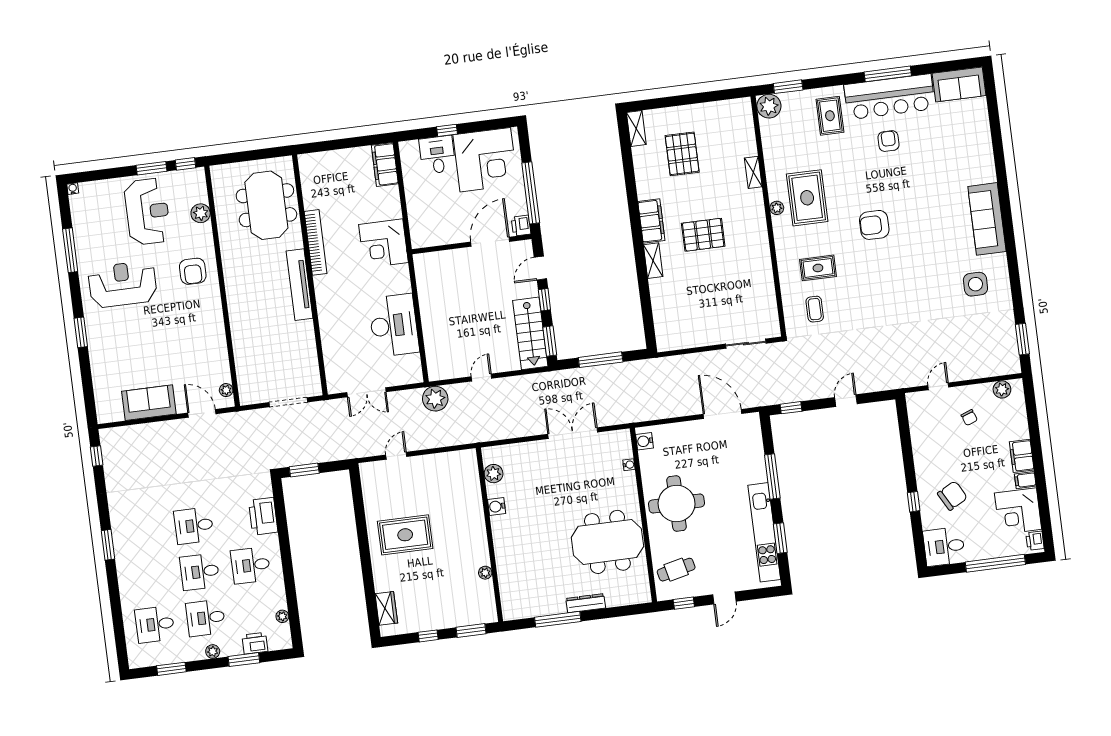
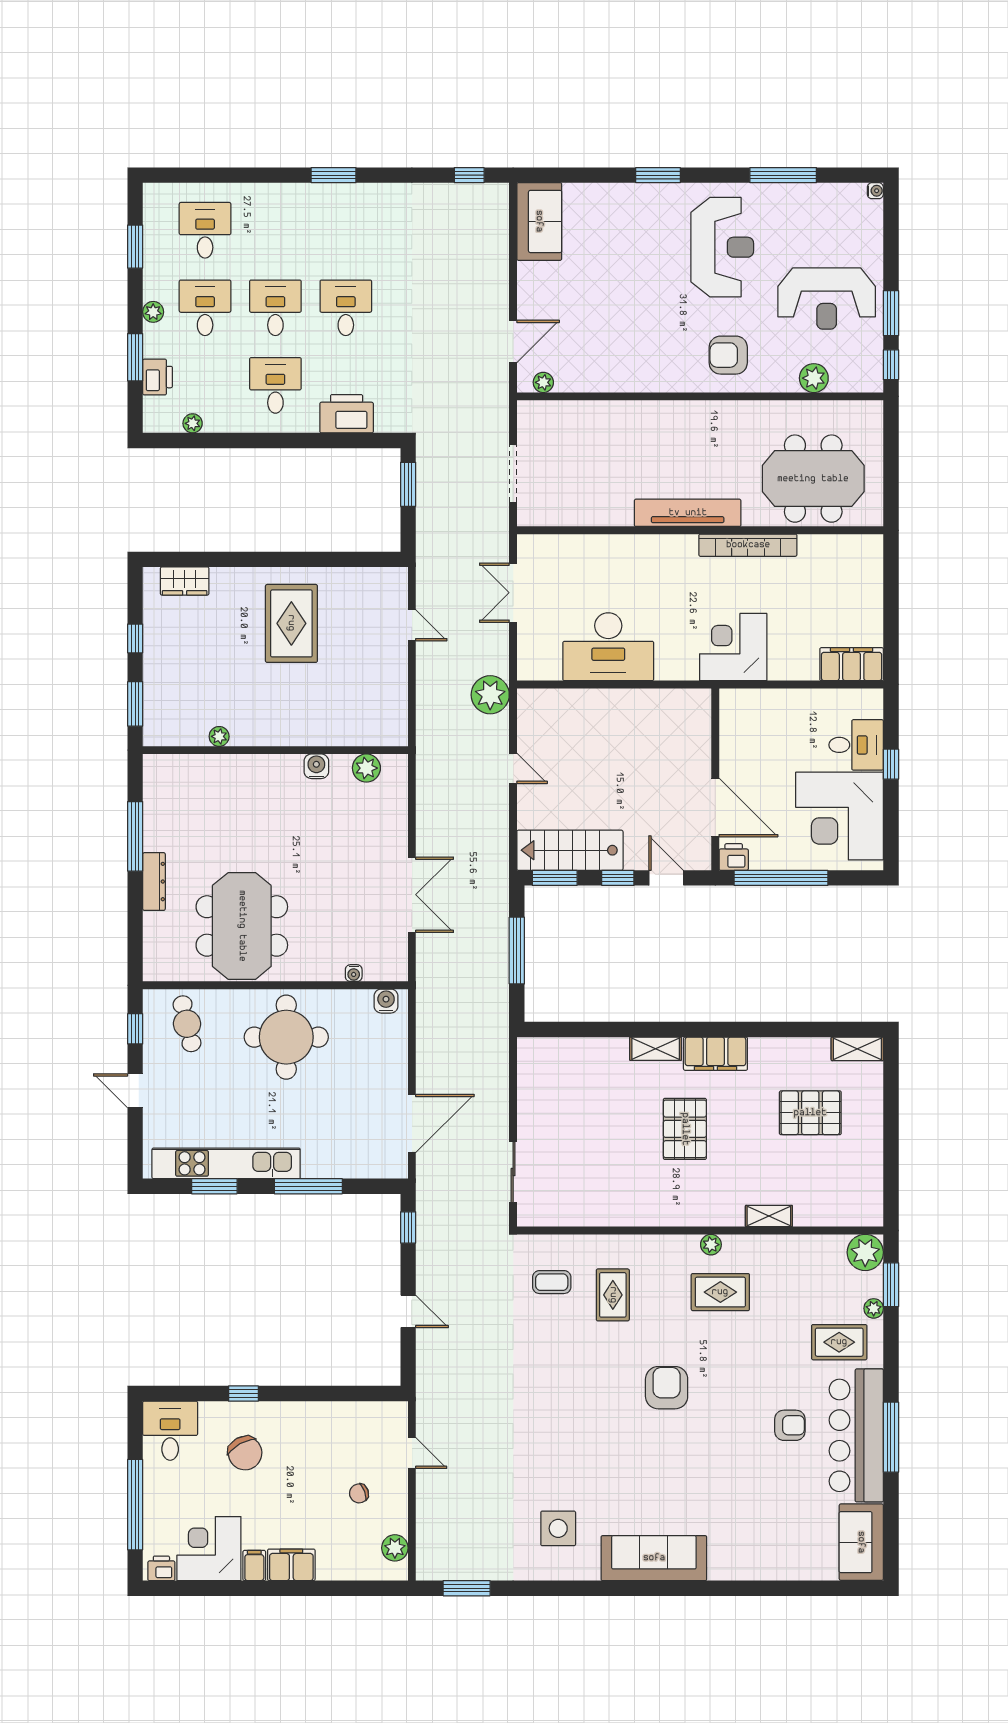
plant: (805, 96) -> (874, 1308), added
rug: (807, 198) -> (720, 1292), width x0.73, depth x0.70
sofa: (149, 403) -> (539, 221), moved

